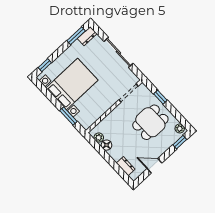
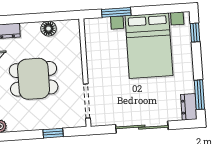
dining table: (150, 122) -> (34, 79), moved, turned 90
plant: (99, 138) -> (64, 27), removed

